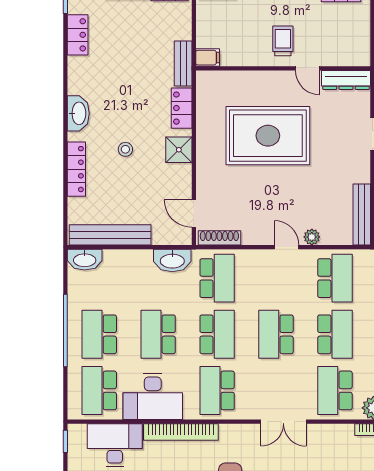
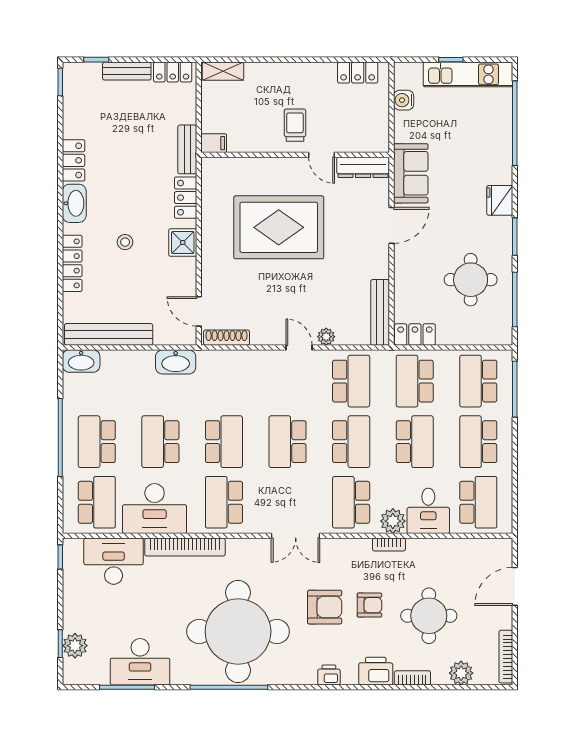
locker: (78, 35) -> (74, 160), moved
school desk: (217, 278) -> (224, 381), removed
school desk: (99, 390) -> (97, 502), turned 180

